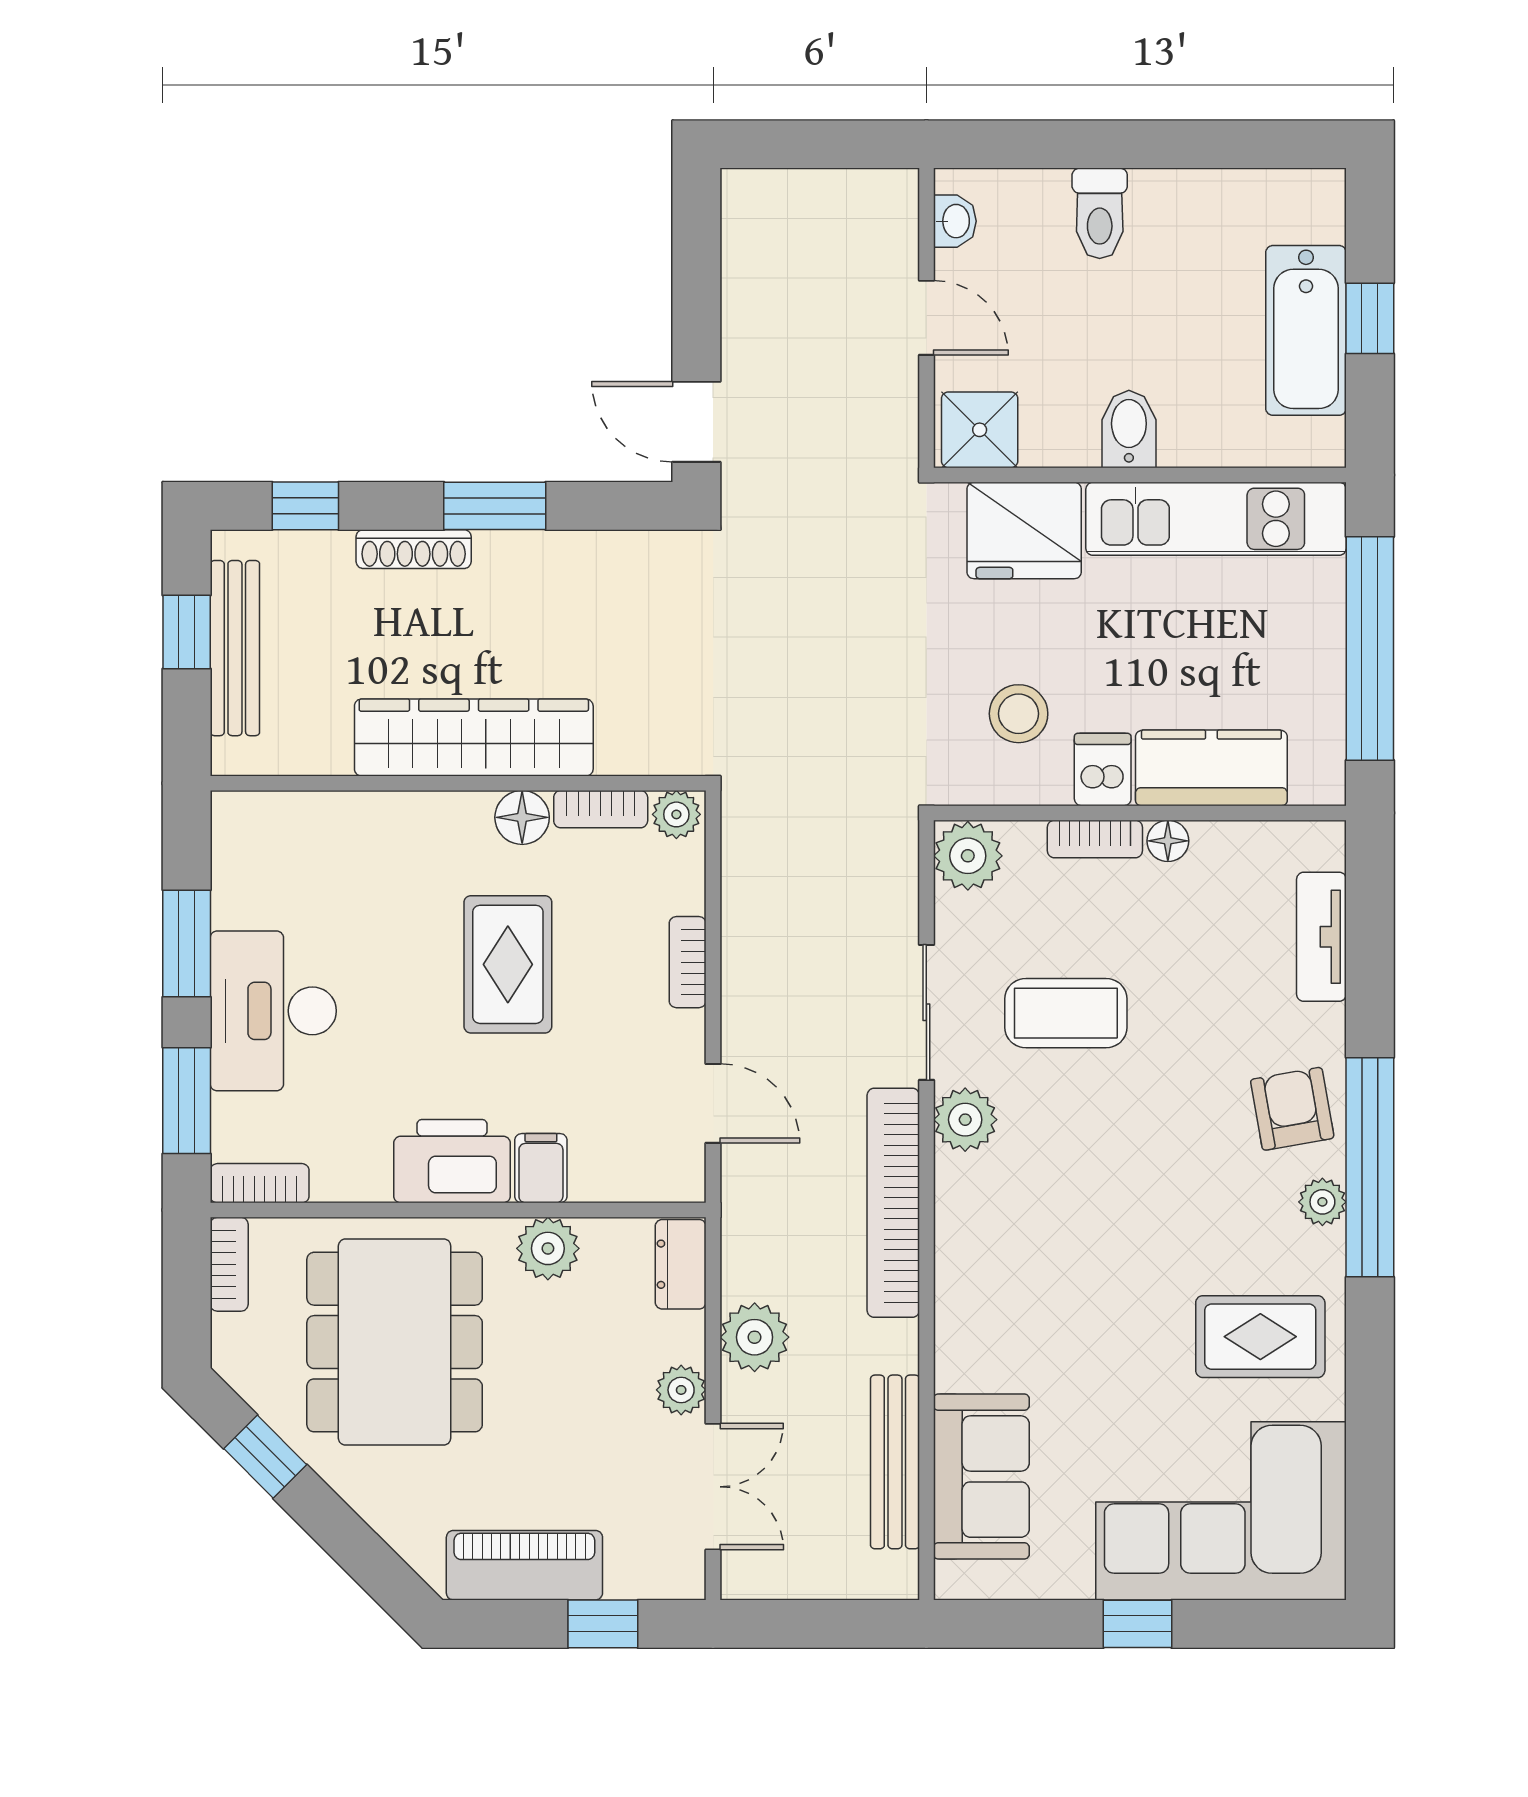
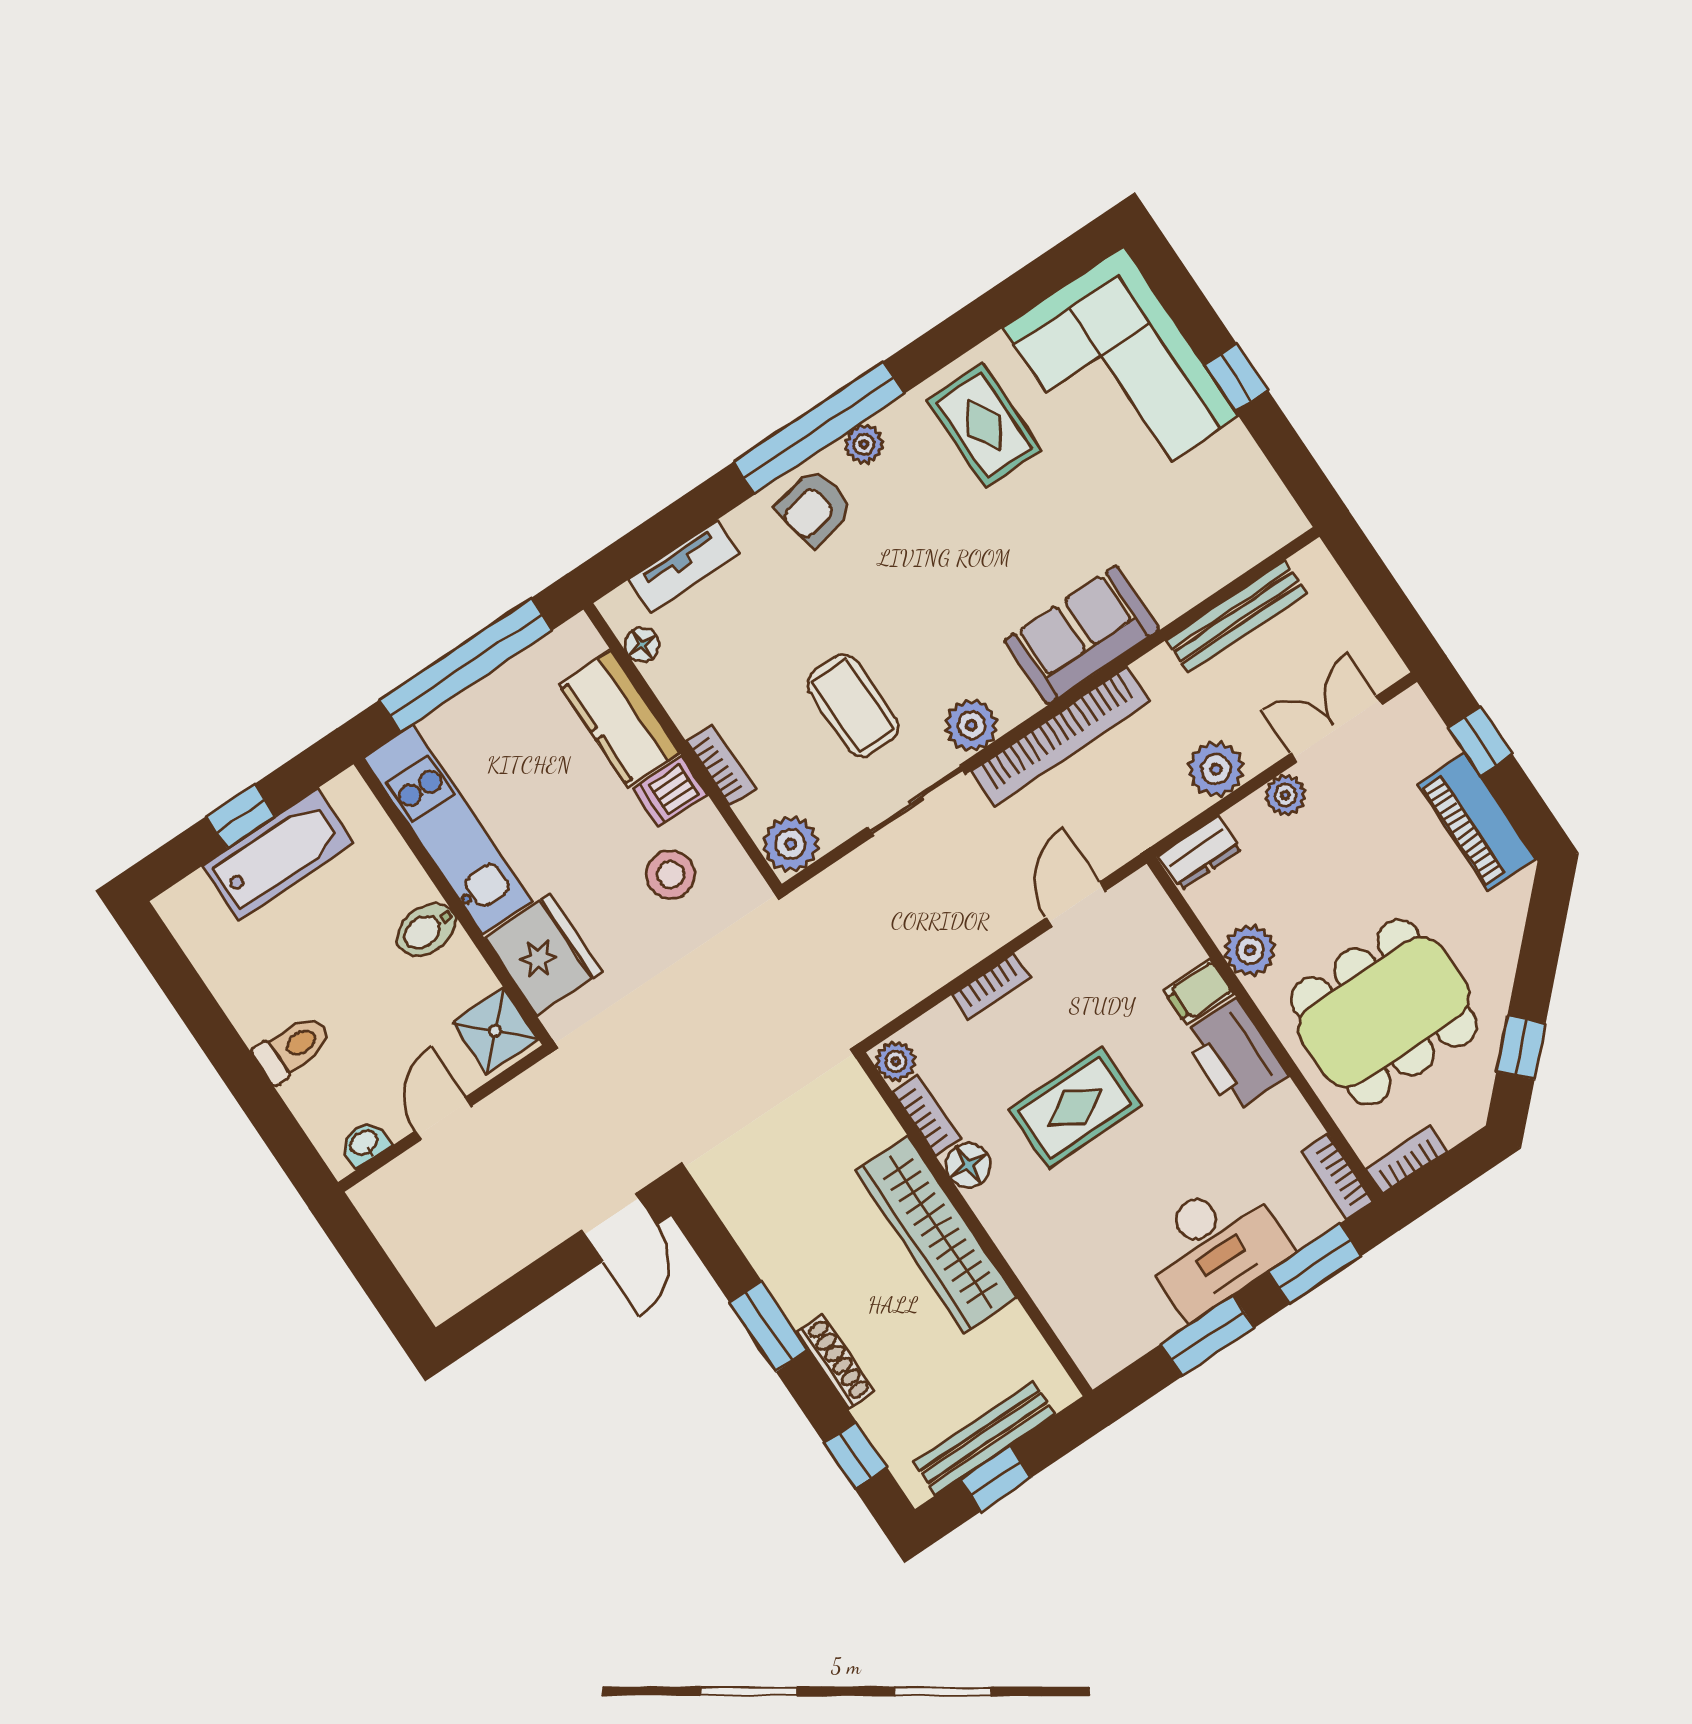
floor lamp: (1168, 841) -> (642, 645), moved
sofa: (981, 1477) -> (1082, 635), moved

